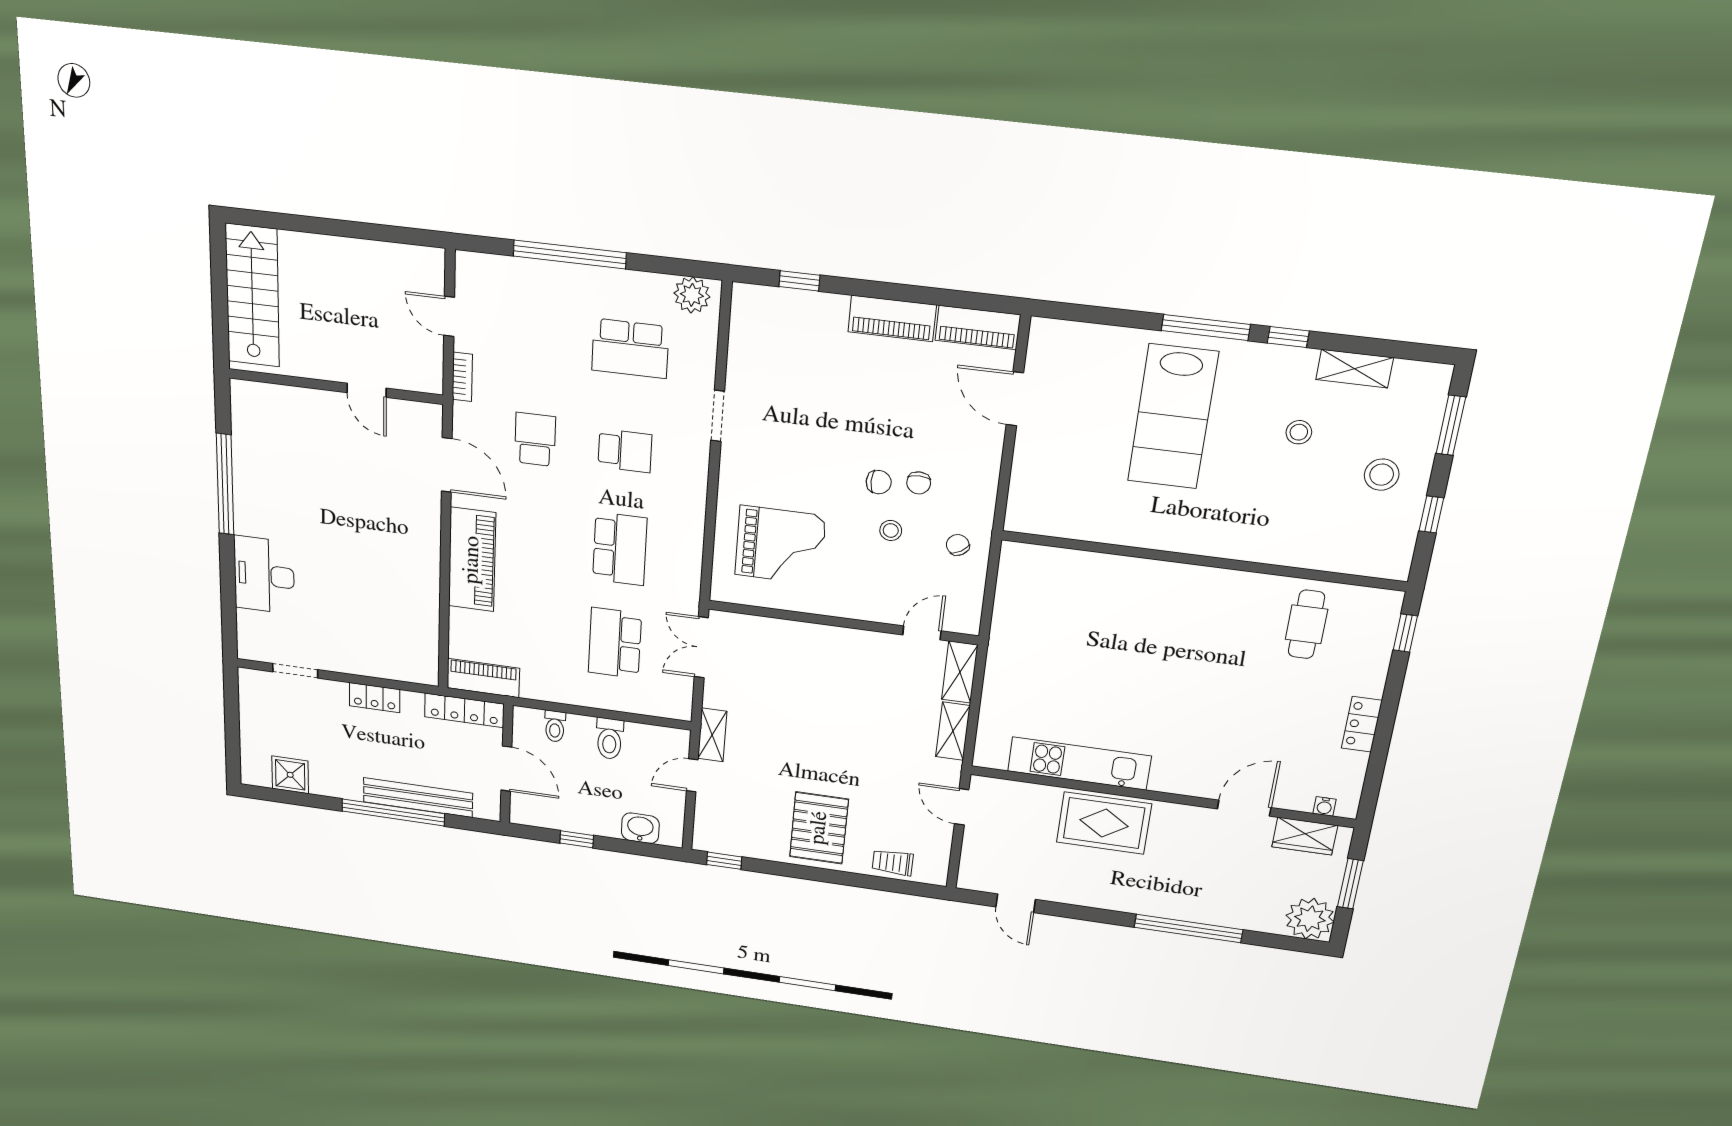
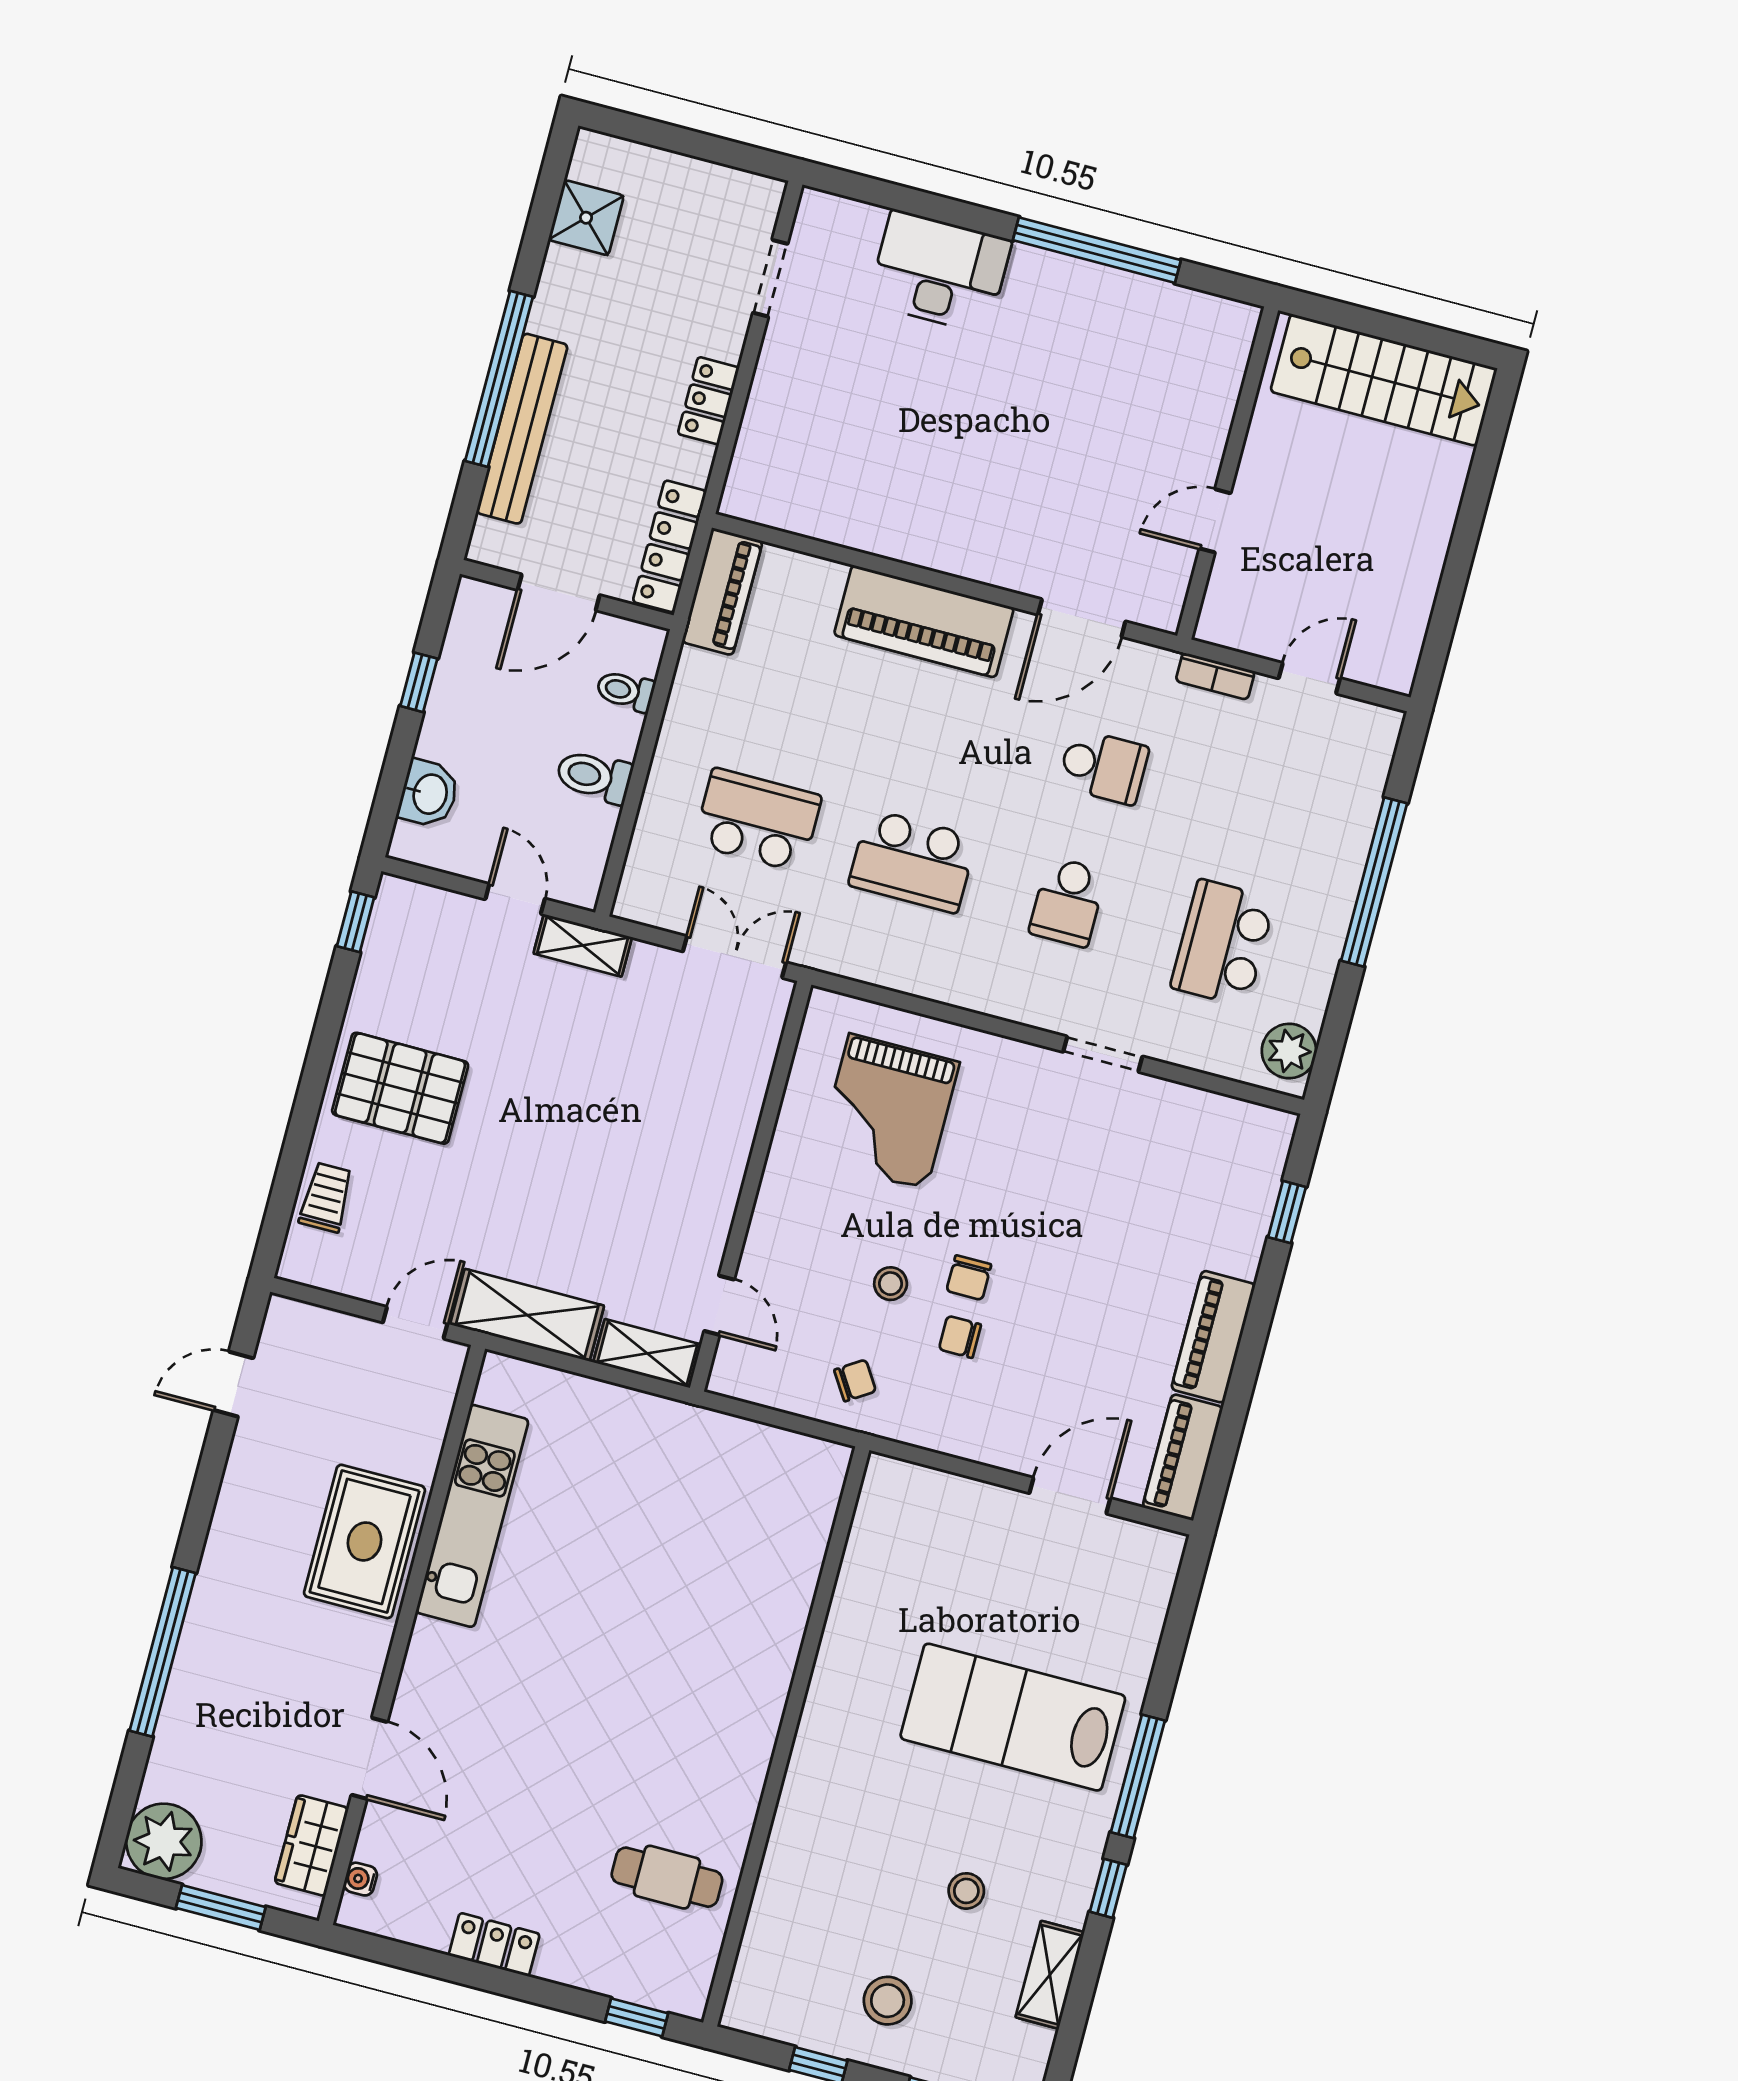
shelving: (953, 731) -> (527, 1315), width x1.50, depth x1.33

